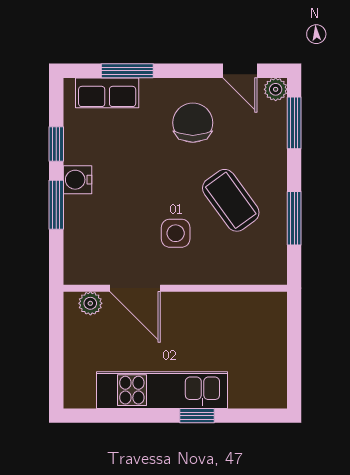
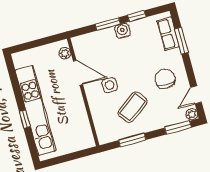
chair: (193, 123) -> (165, 79), turned -90
door: (135, 288) -> (78, 73), swing flipped
kitchen unit: (162, 390) -> (36, 110), width x1.36

